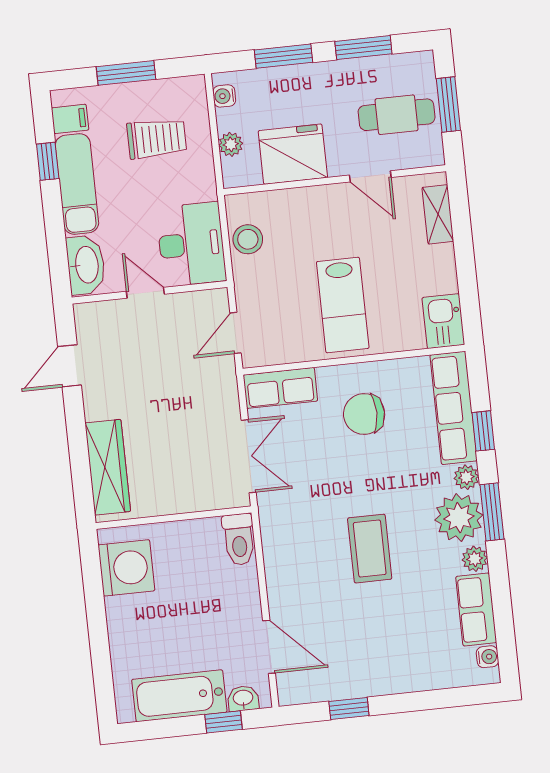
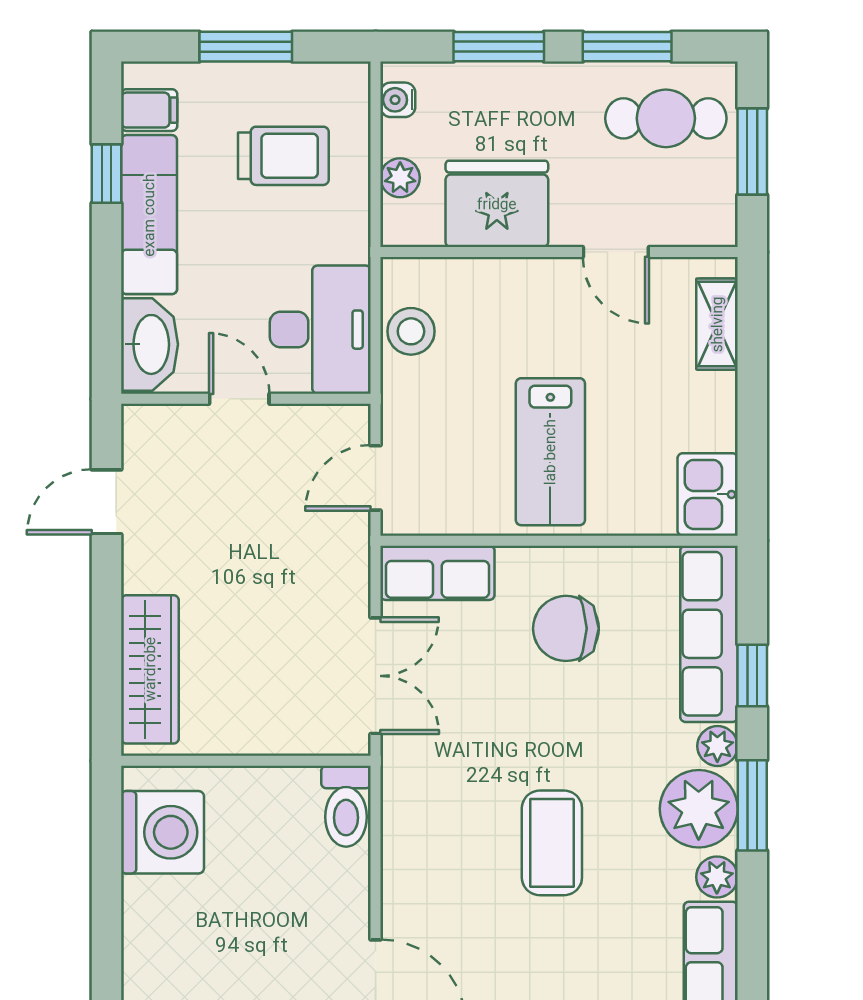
cafe table: (397, 115) -> (666, 118), moved

